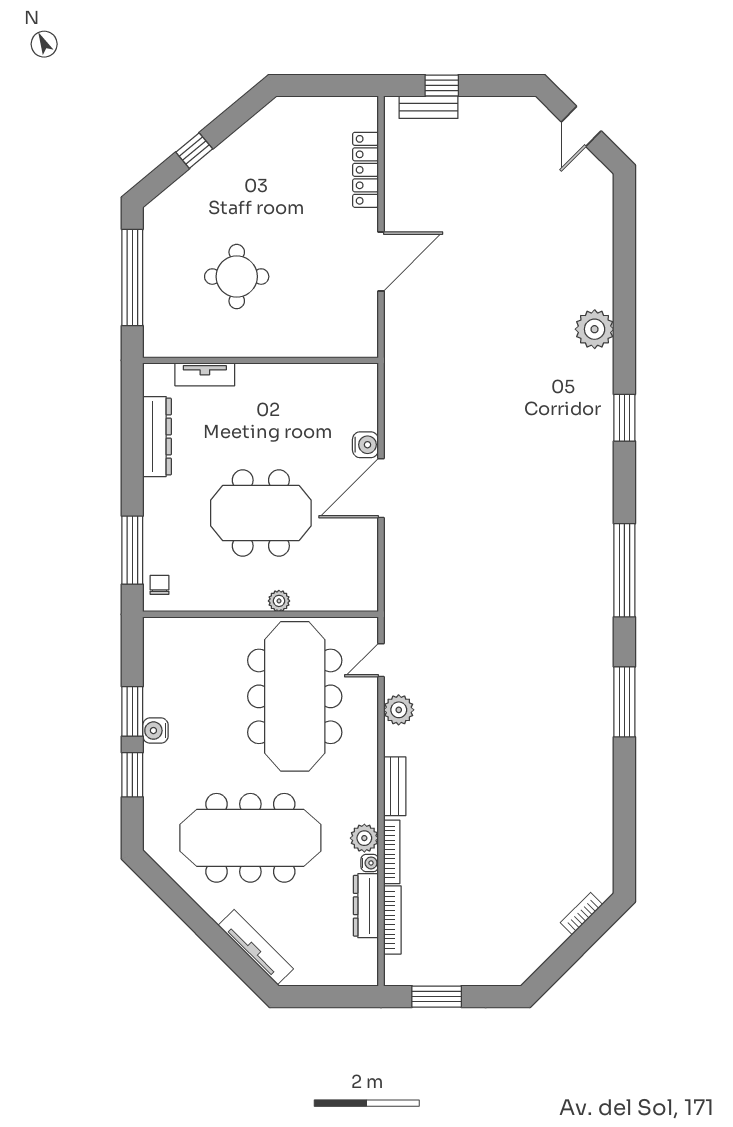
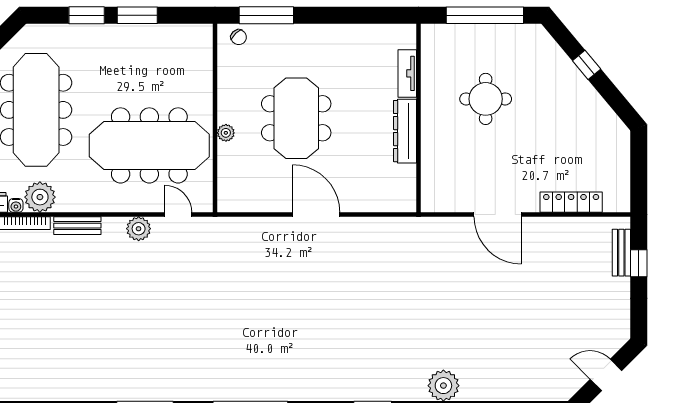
dresser: (157, 437) -> (405, 131), moved, turned 90
water cooler: (365, 445) -> (351, 202), removed
chair: (159, 585) -> (239, 37), turned 46
water cooler: (155, 731) -> (122, 34), removed
plant: (364, 838) -> (40, 197), width x1.36, depth x1.36

